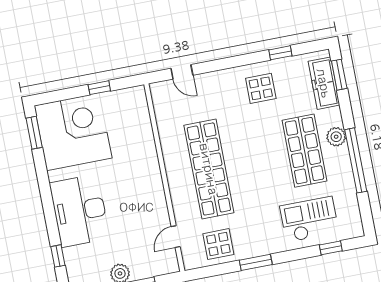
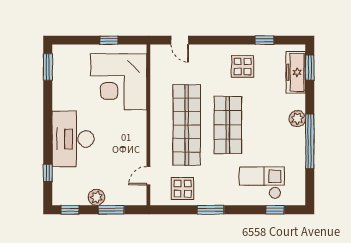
corner desk: (73, 132) -> (119, 82), moved, turned 180
shop shelf: (304, 151) -> (228, 125), moved

